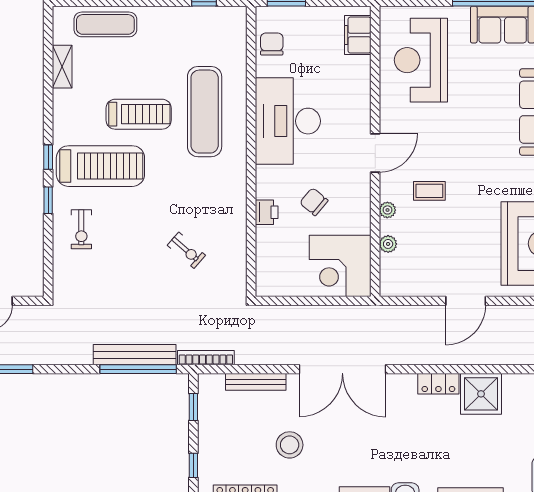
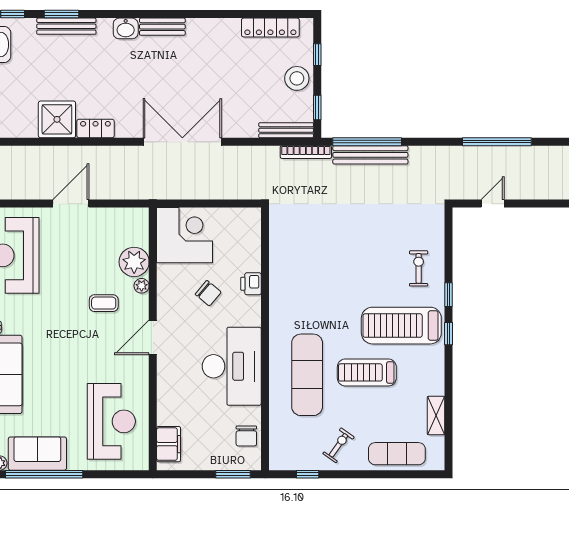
plant: (388, 244) -> (134, 262), width x1.88, depth x1.88
exercise bike: (186, 250) -> (338, 445), moved, turned 84
bench: (256, 382) -> (286, 130), moved
stool: (290, 445) -> (297, 78), moved

